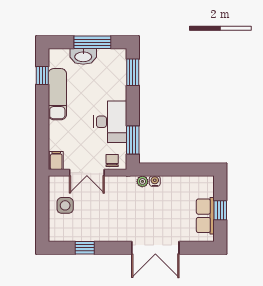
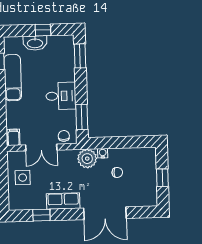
window: (92, 42) -> (43, 30), width x0.46
desk: (110, 122) -> (61, 96), width x0.73
plant: (142, 181) -> (87, 159), width x1.88, depth x1.88
chair: (170, 203) -> (117, 172), added
row of seats: (205, 216) -> (63, 201), moved, turned 90

